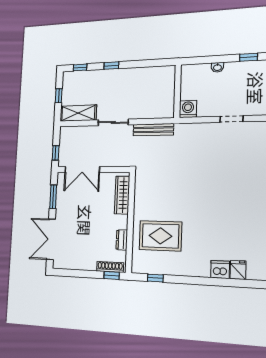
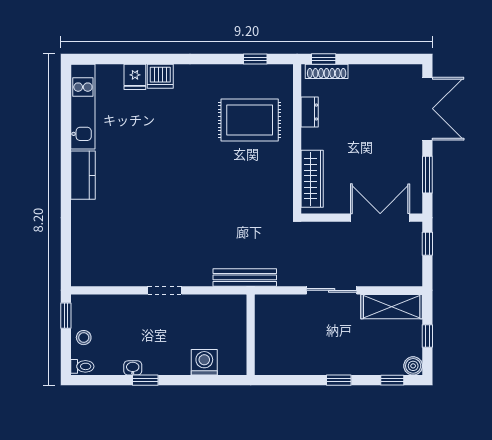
window: (249, 57) -> (145, 380), moved
washbasin: (217, 67) -> (133, 368), moved
boiler: (68, 77) -> (413, 366), added
wall: (177, 91) -> (251, 335), moved
washing machine: (188, 109) -> (204, 362), moved, turned 180
doorway: (231, 119) -> (165, 290), moved
bench: (153, 130) -> (245, 277), moved

